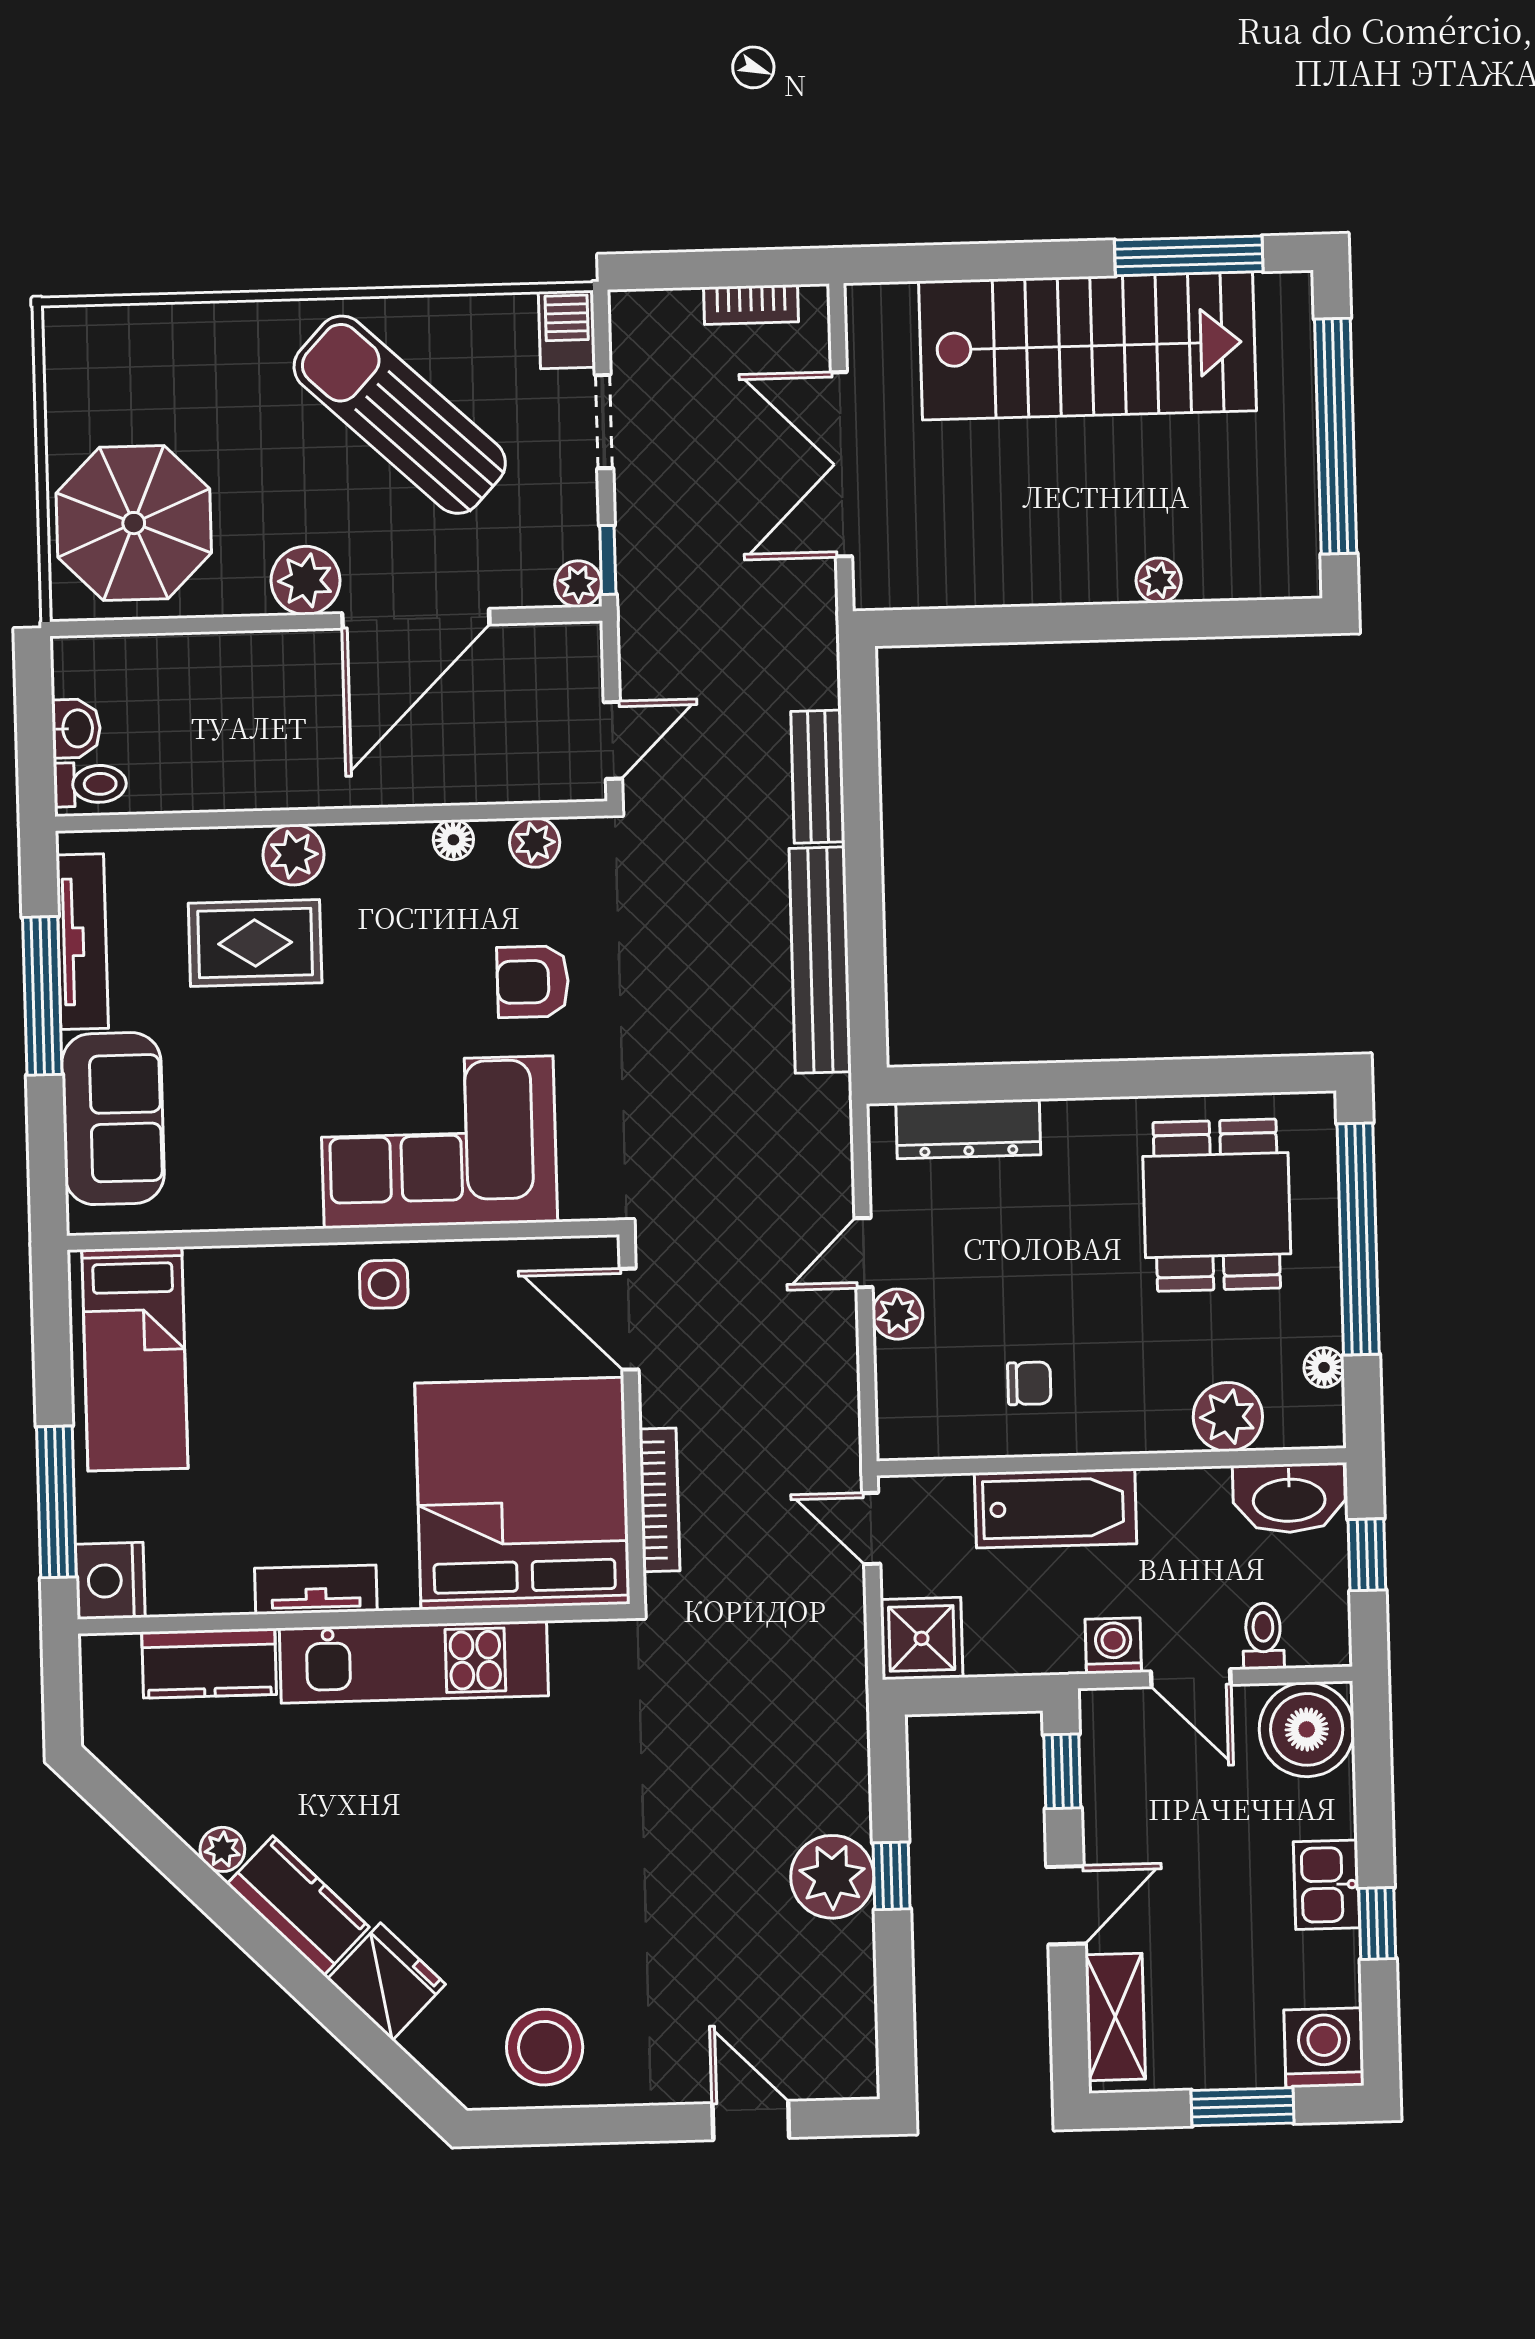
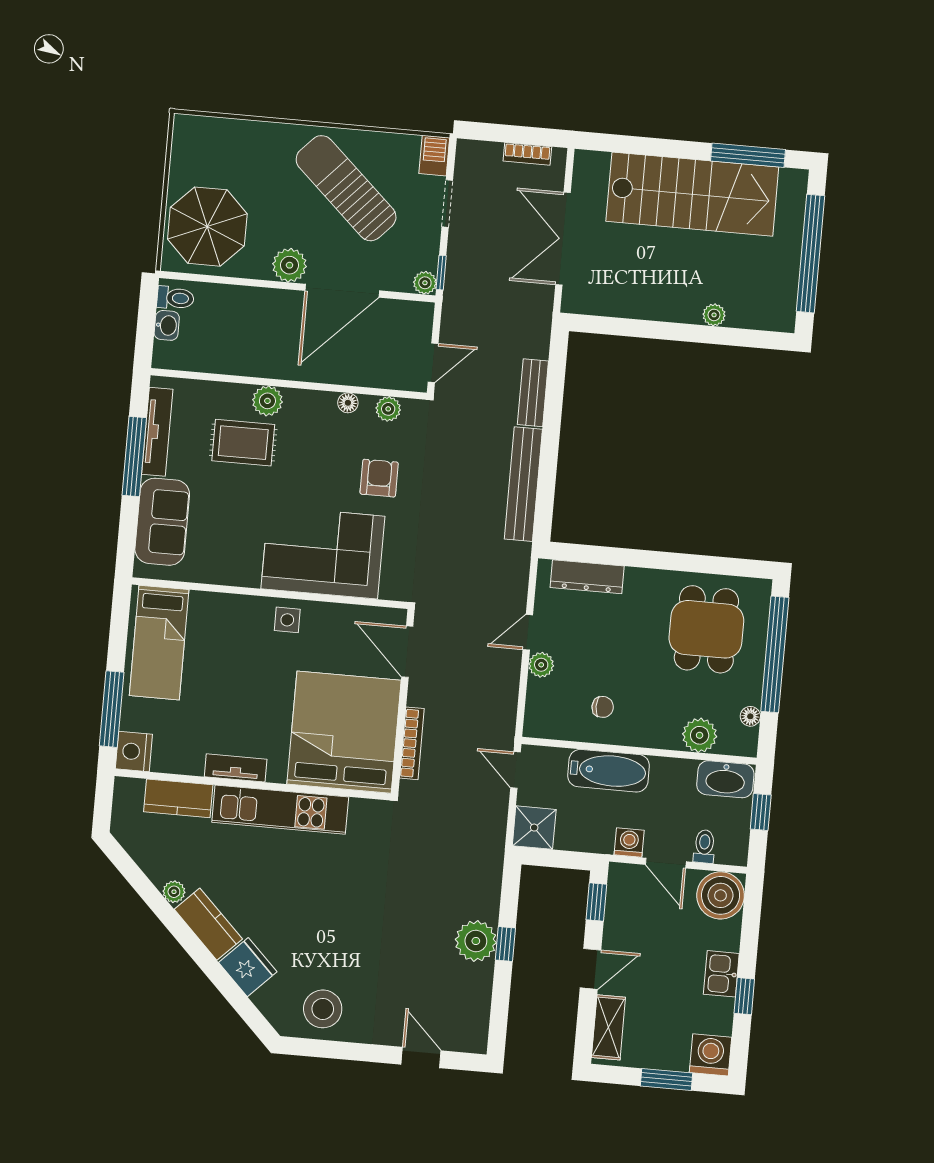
toilet: (90, 784) -> (175, 298), moved
armchair: (533, 982) -> (379, 478), turned 90

